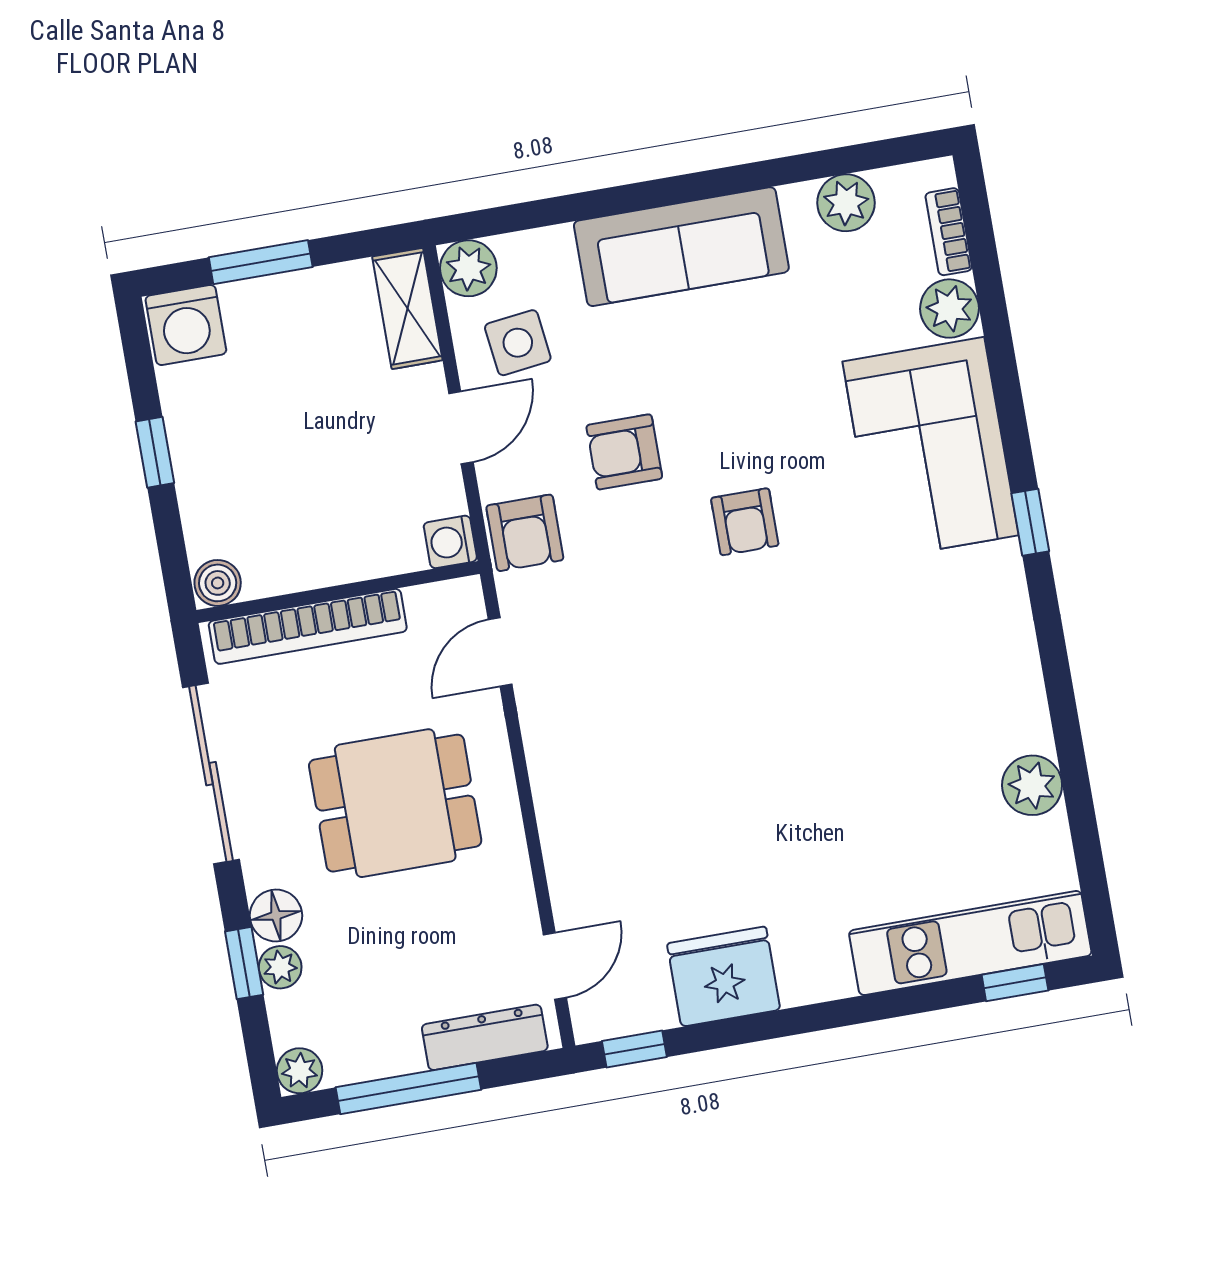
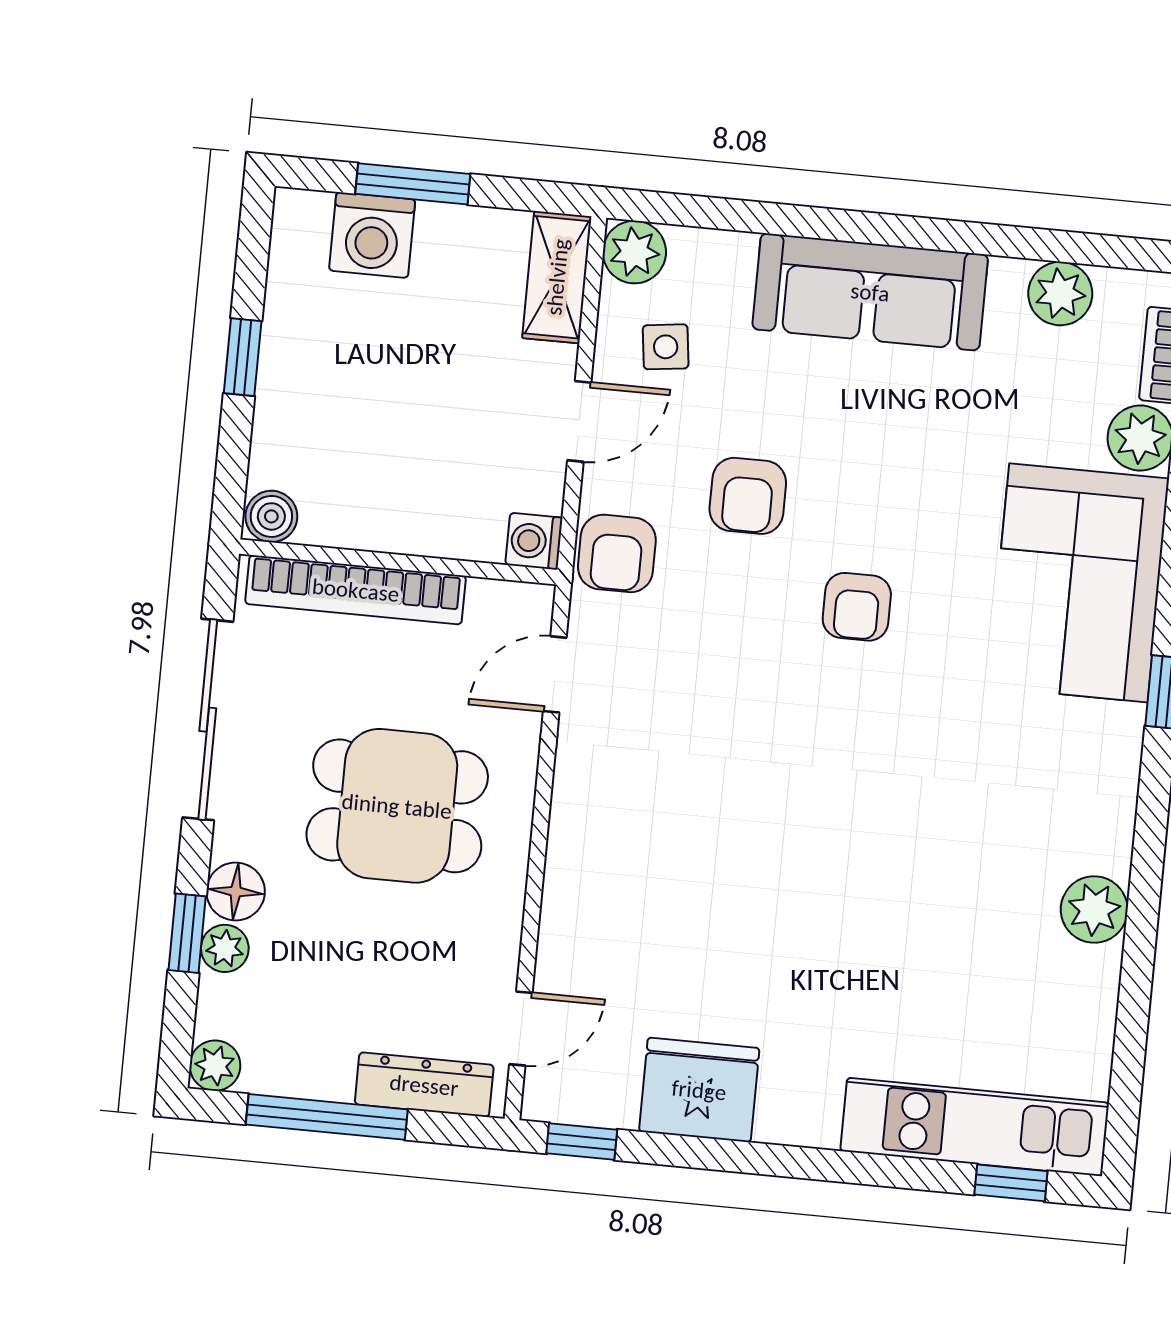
washing machine: (186, 325) -> (372, 235), moved
side table: (518, 343) -> (666, 347), width x0.73, depth x0.73
armchair: (624, 452) -> (748, 496), turned -90
plant: (1032, 785) -> (1094, 910), moved

